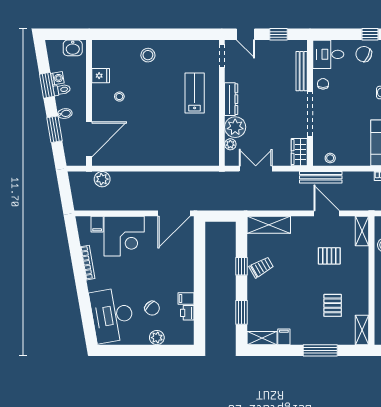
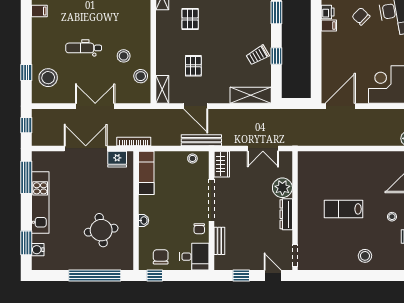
chair: (364, 54) -> (161, 257), turned -115
bench: (302, 71) -> (219, 241), width x0.73
lab bench: (195, 93) -> (344, 209), moved, turned 90
plant: (230, 144) -> (287, 171), removed
pallet: (329, 256) -> (193, 66), turned 90

